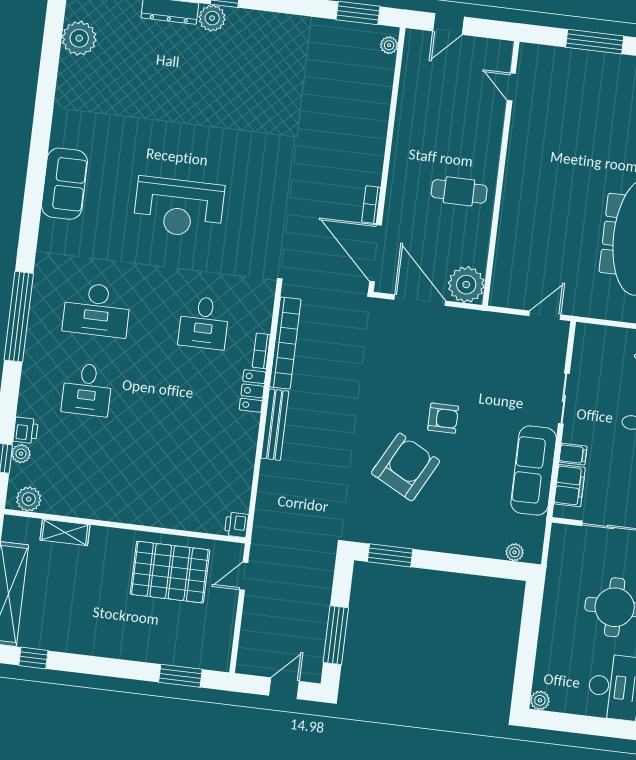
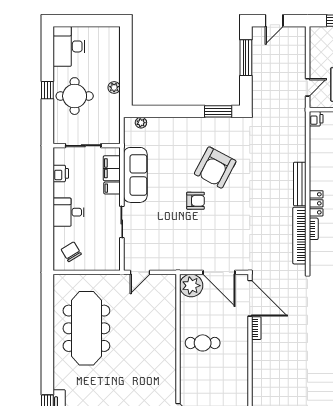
armchair: (443, 418) -> (196, 201), turned 180
plant: (540, 700) -> (114, 87), moved

